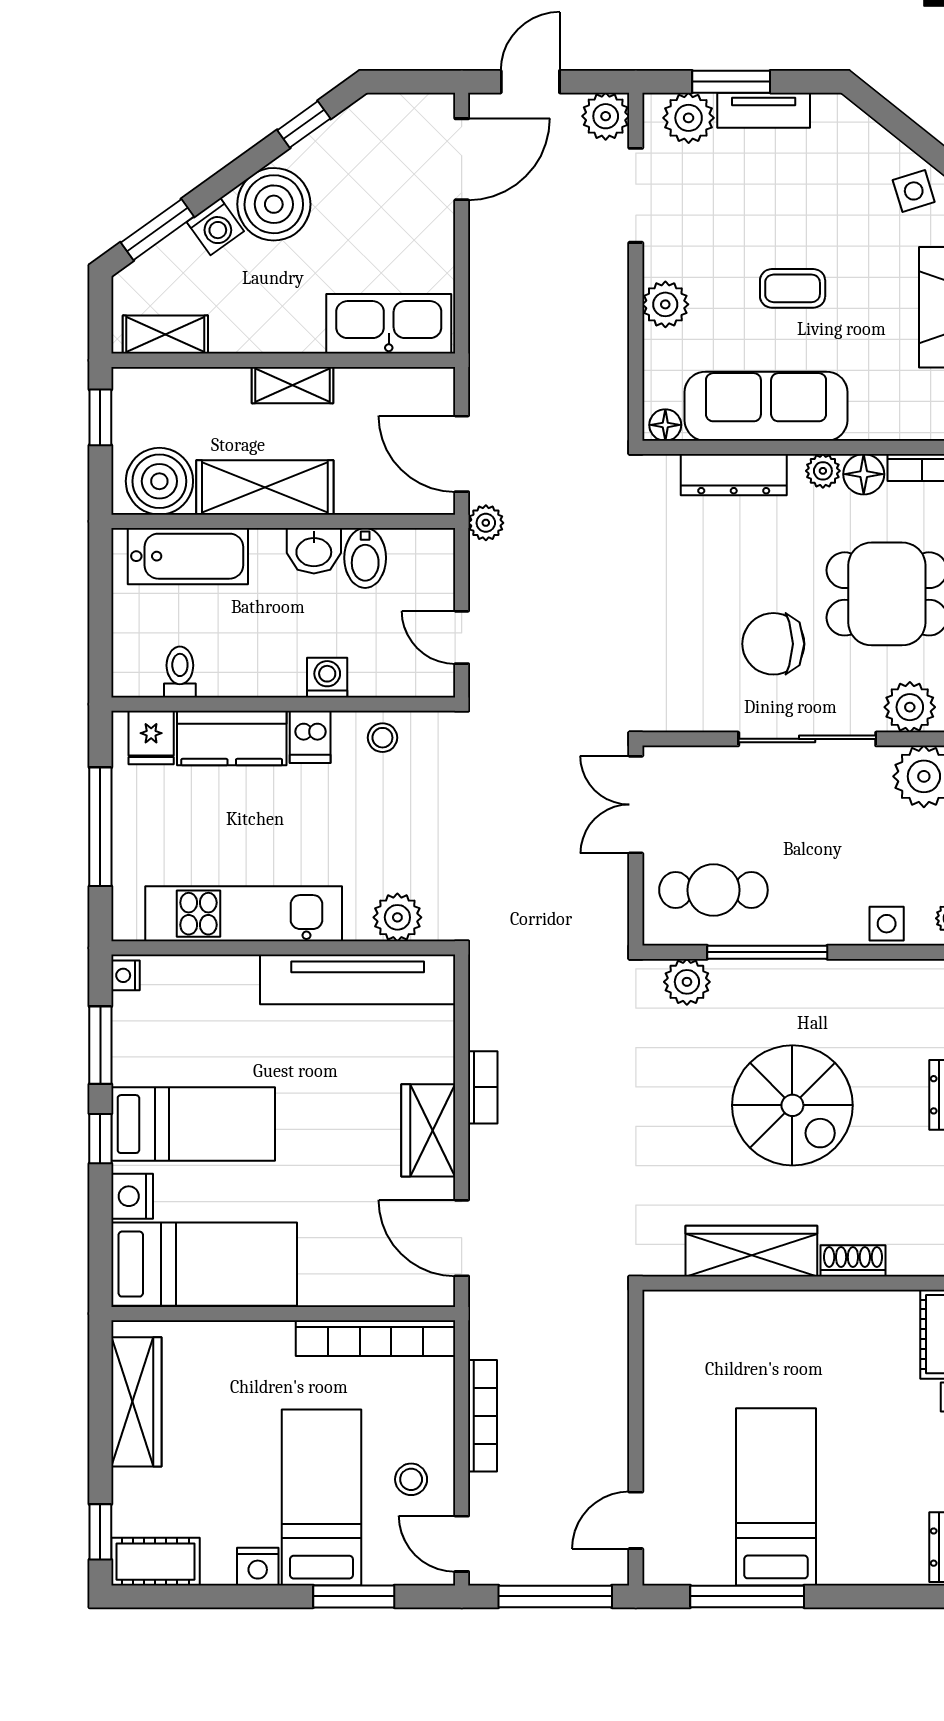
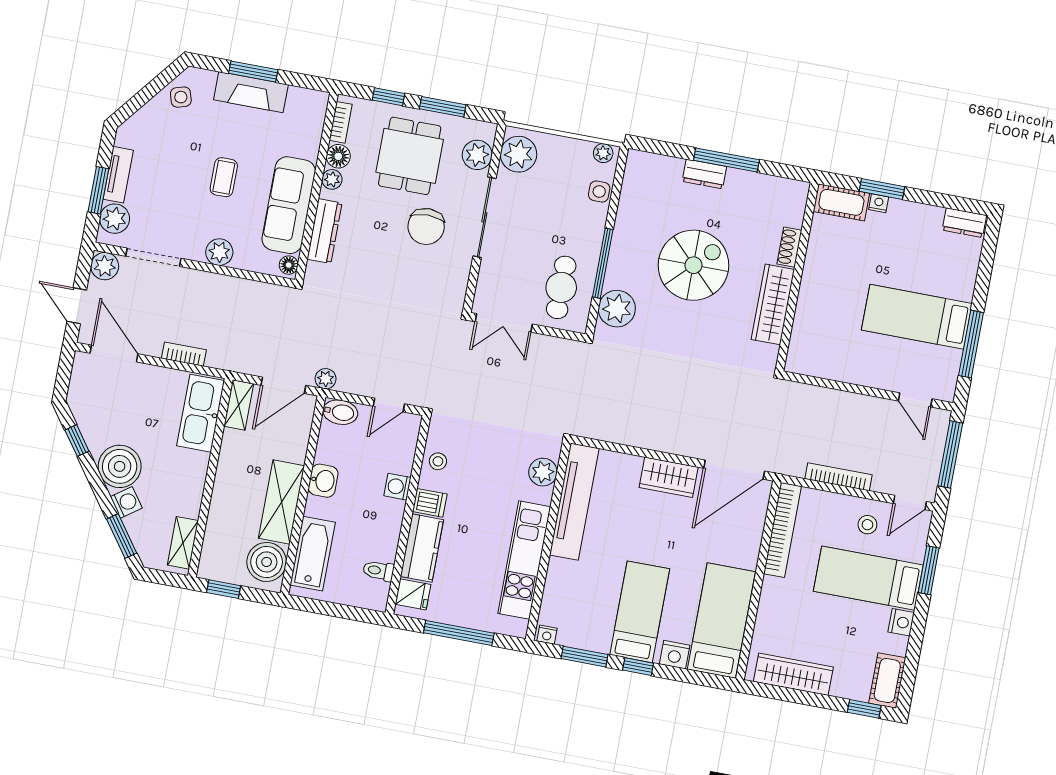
shelving: (293, 385) -> (239, 405), moved
bidet: (365, 558) -> (340, 412), moved
plant: (687, 982) -> (617, 309), width x1.36, depth x1.36
bookcase: (483, 1087) -> (184, 354), moved
door: (462, 1238) -> (734, 470), width x1.36

